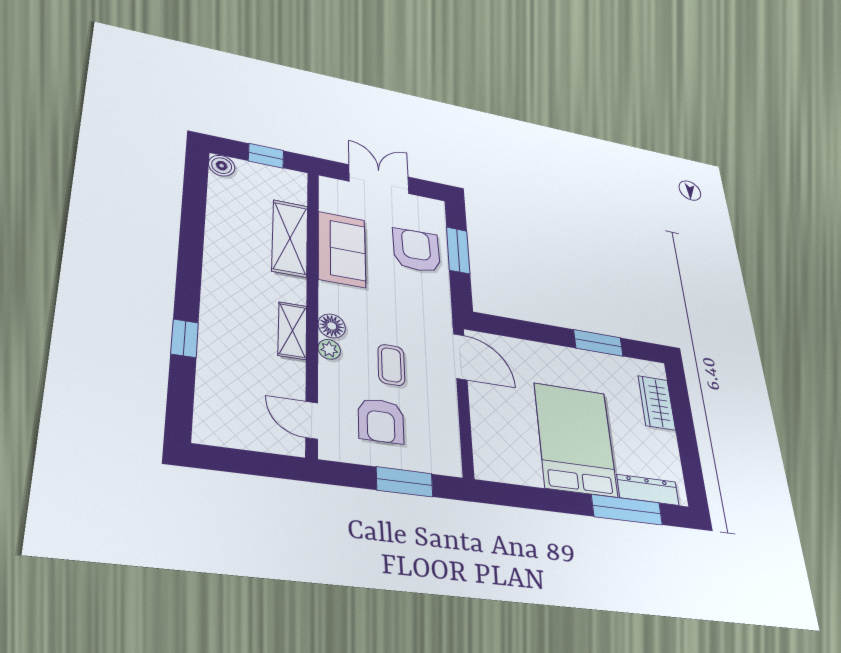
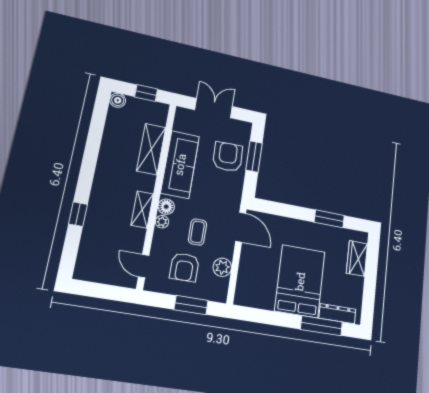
sofa: (342, 249) -> (180, 164), width x1.36
plant: (444, 420) -> (222, 267), added

